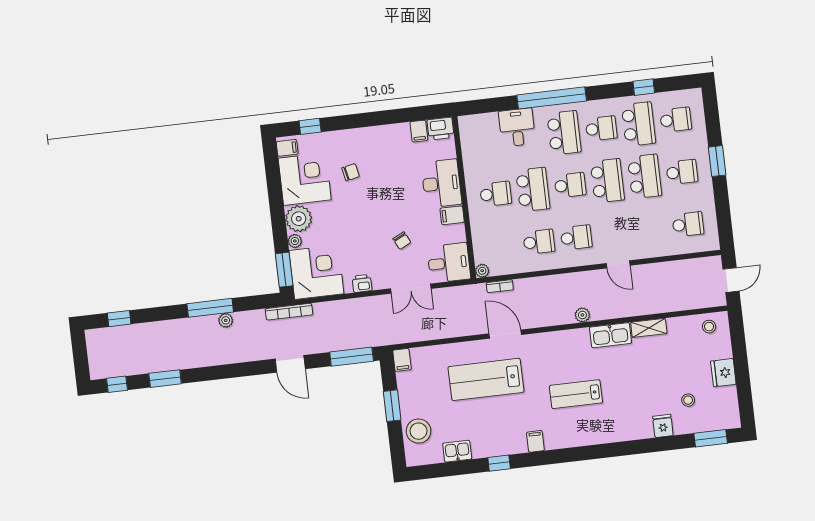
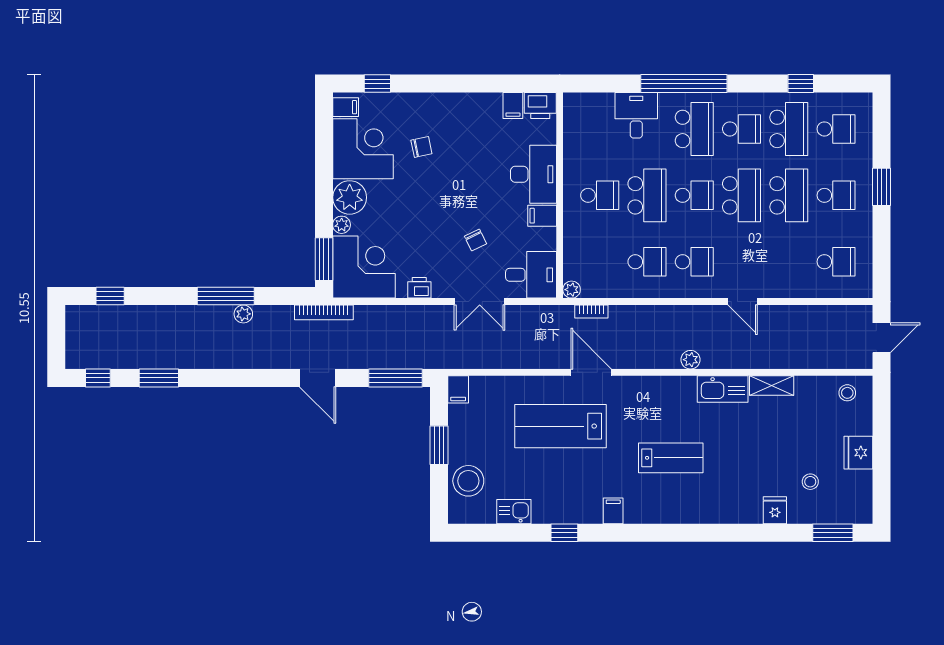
lab bench: (576, 394) -> (671, 458), turned 180

